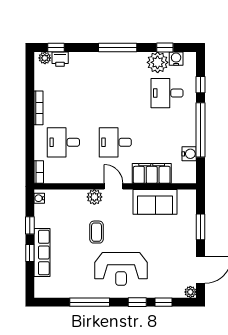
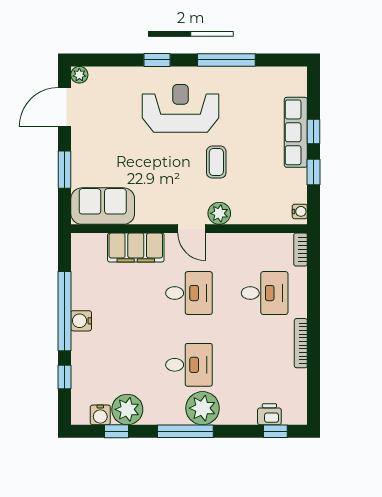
plant: (45, 58) -> (203, 408), moved, width x1.88, depth x1.88
desk: (167, 93) -> (189, 365), moved
water cooler: (189, 154) -> (81, 321), moved
sofa: (155, 202) -> (103, 206), moved
window: (164, 302) -> (119, 60), removed

